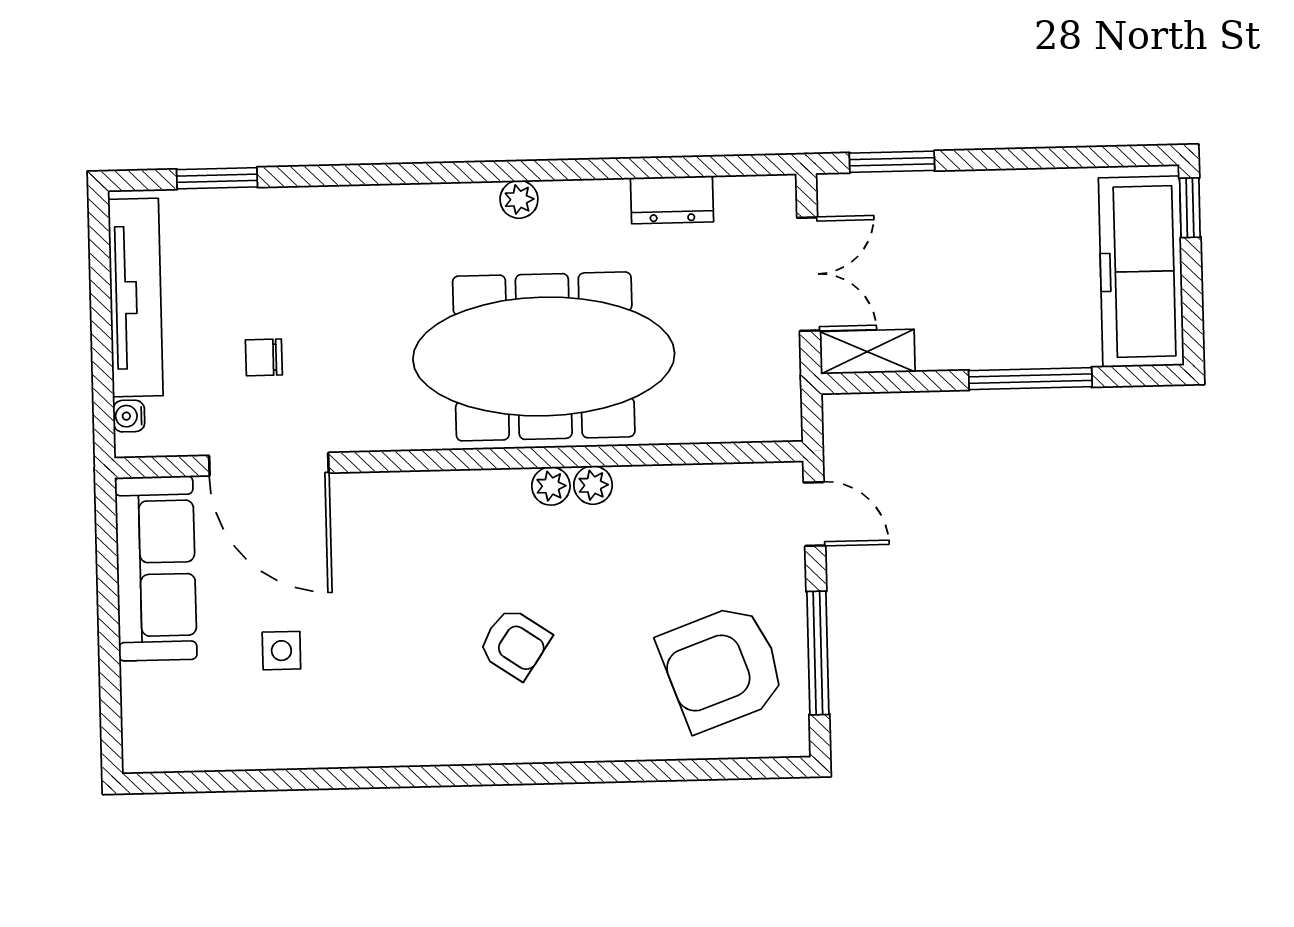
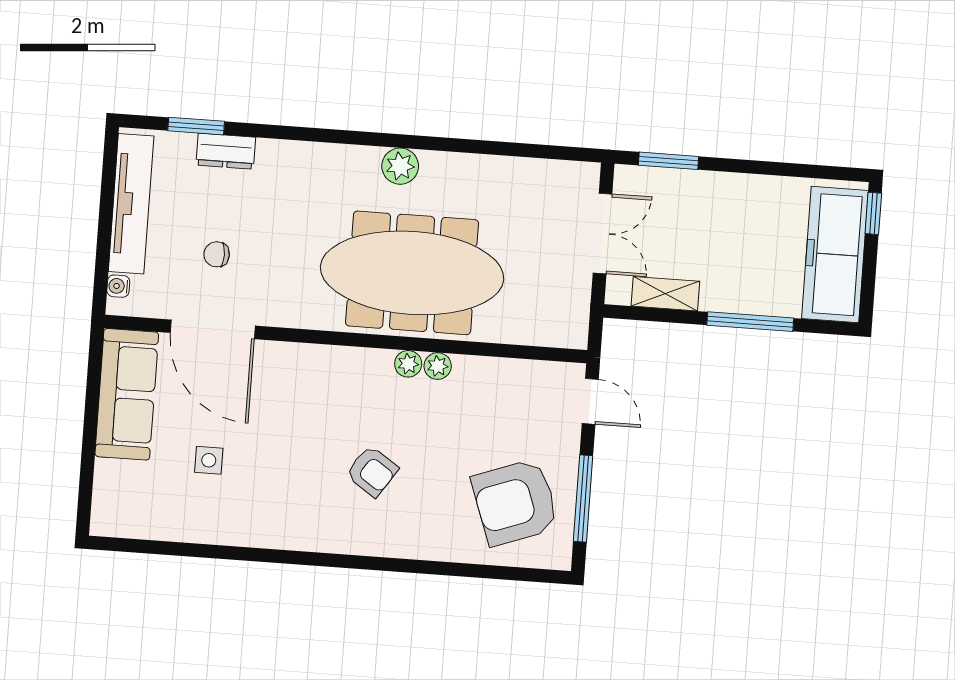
plant: (519, 199) -> (400, 166), width x1.38, depth x1.38
dresser: (672, 200) -> (226, 151), moved
shelving: (867, 352) -> (665, 294), moved

